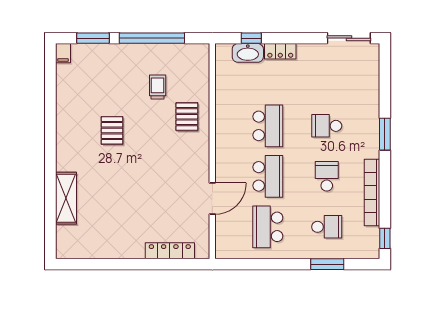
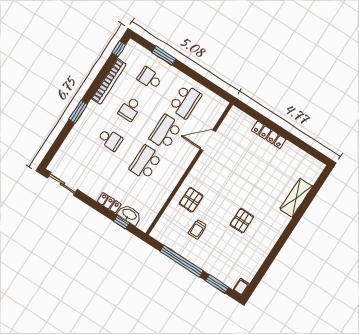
locker: (170, 251) -> (269, 135), moved

